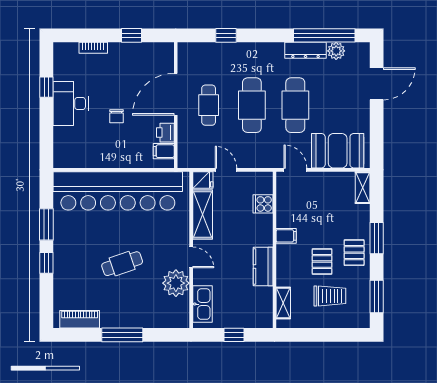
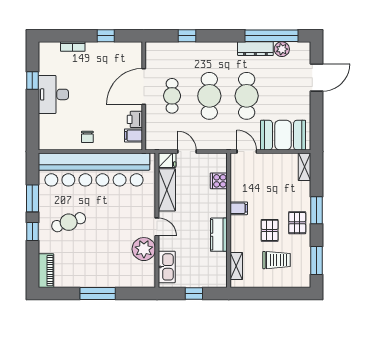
chair: (116, 116) -> (87, 137), moved
cafe table: (122, 264) -> (69, 222), moved
piano: (80, 319) -> (46, 271), moved, turned 90

